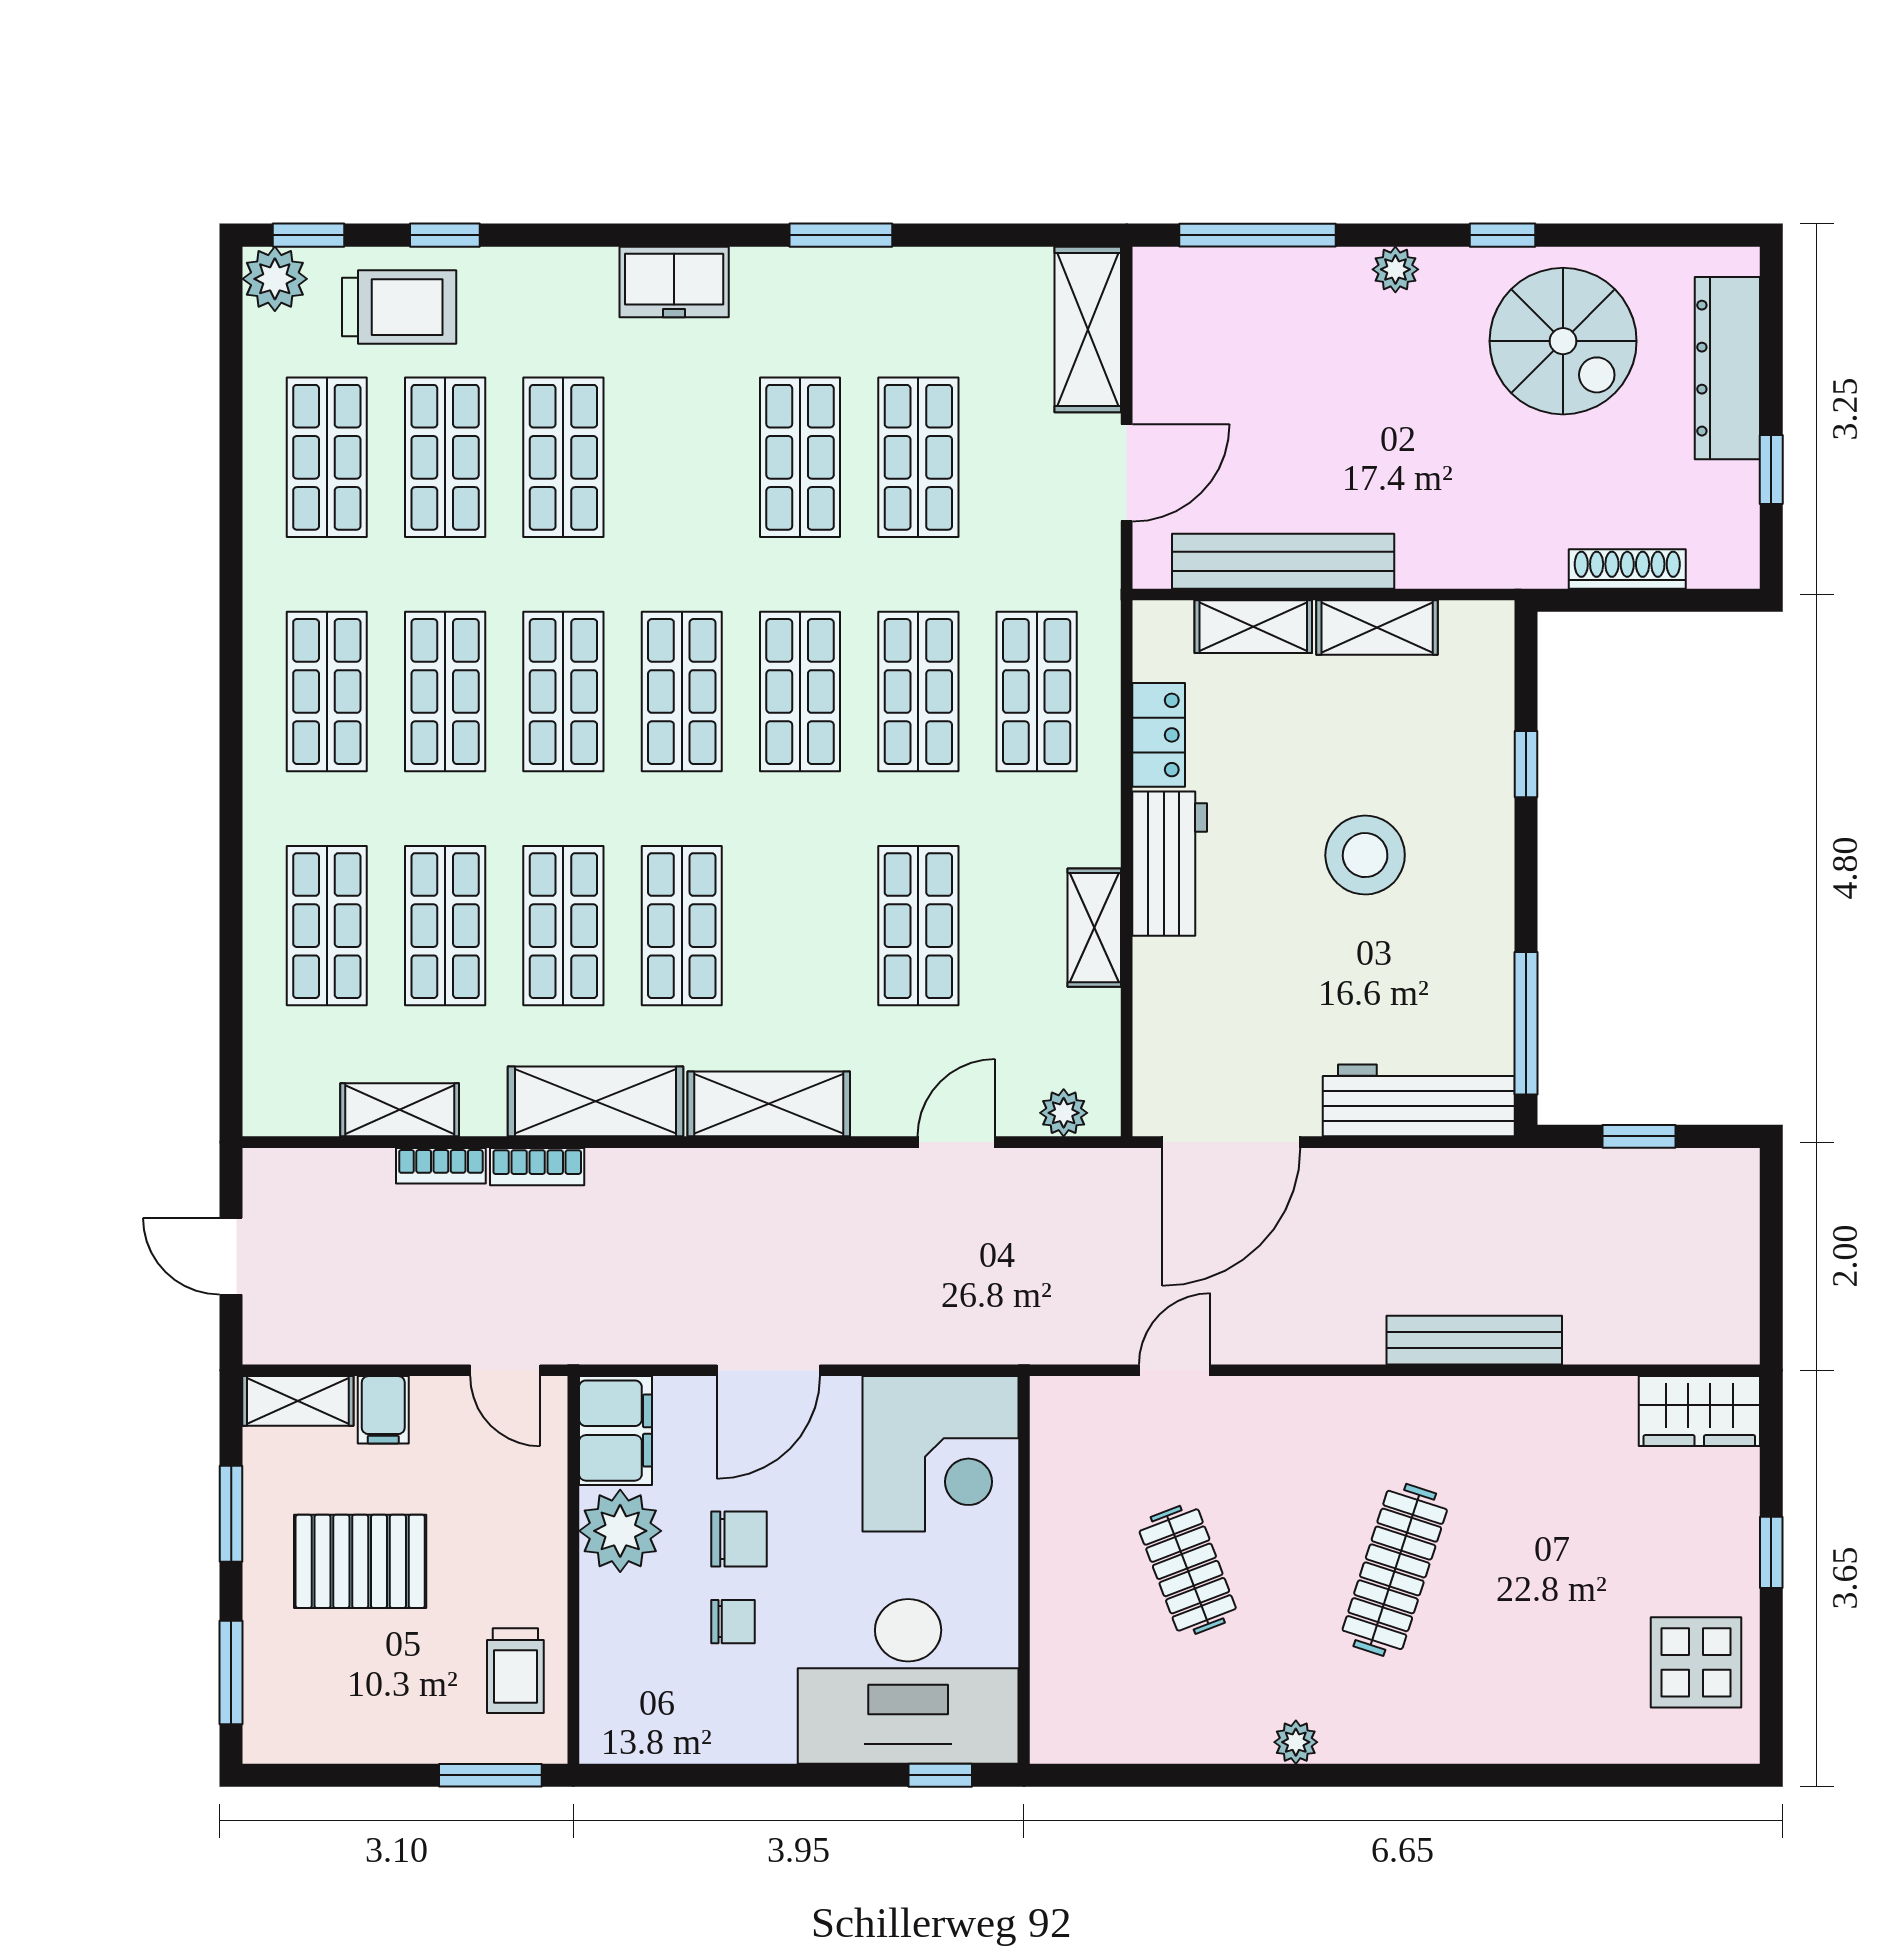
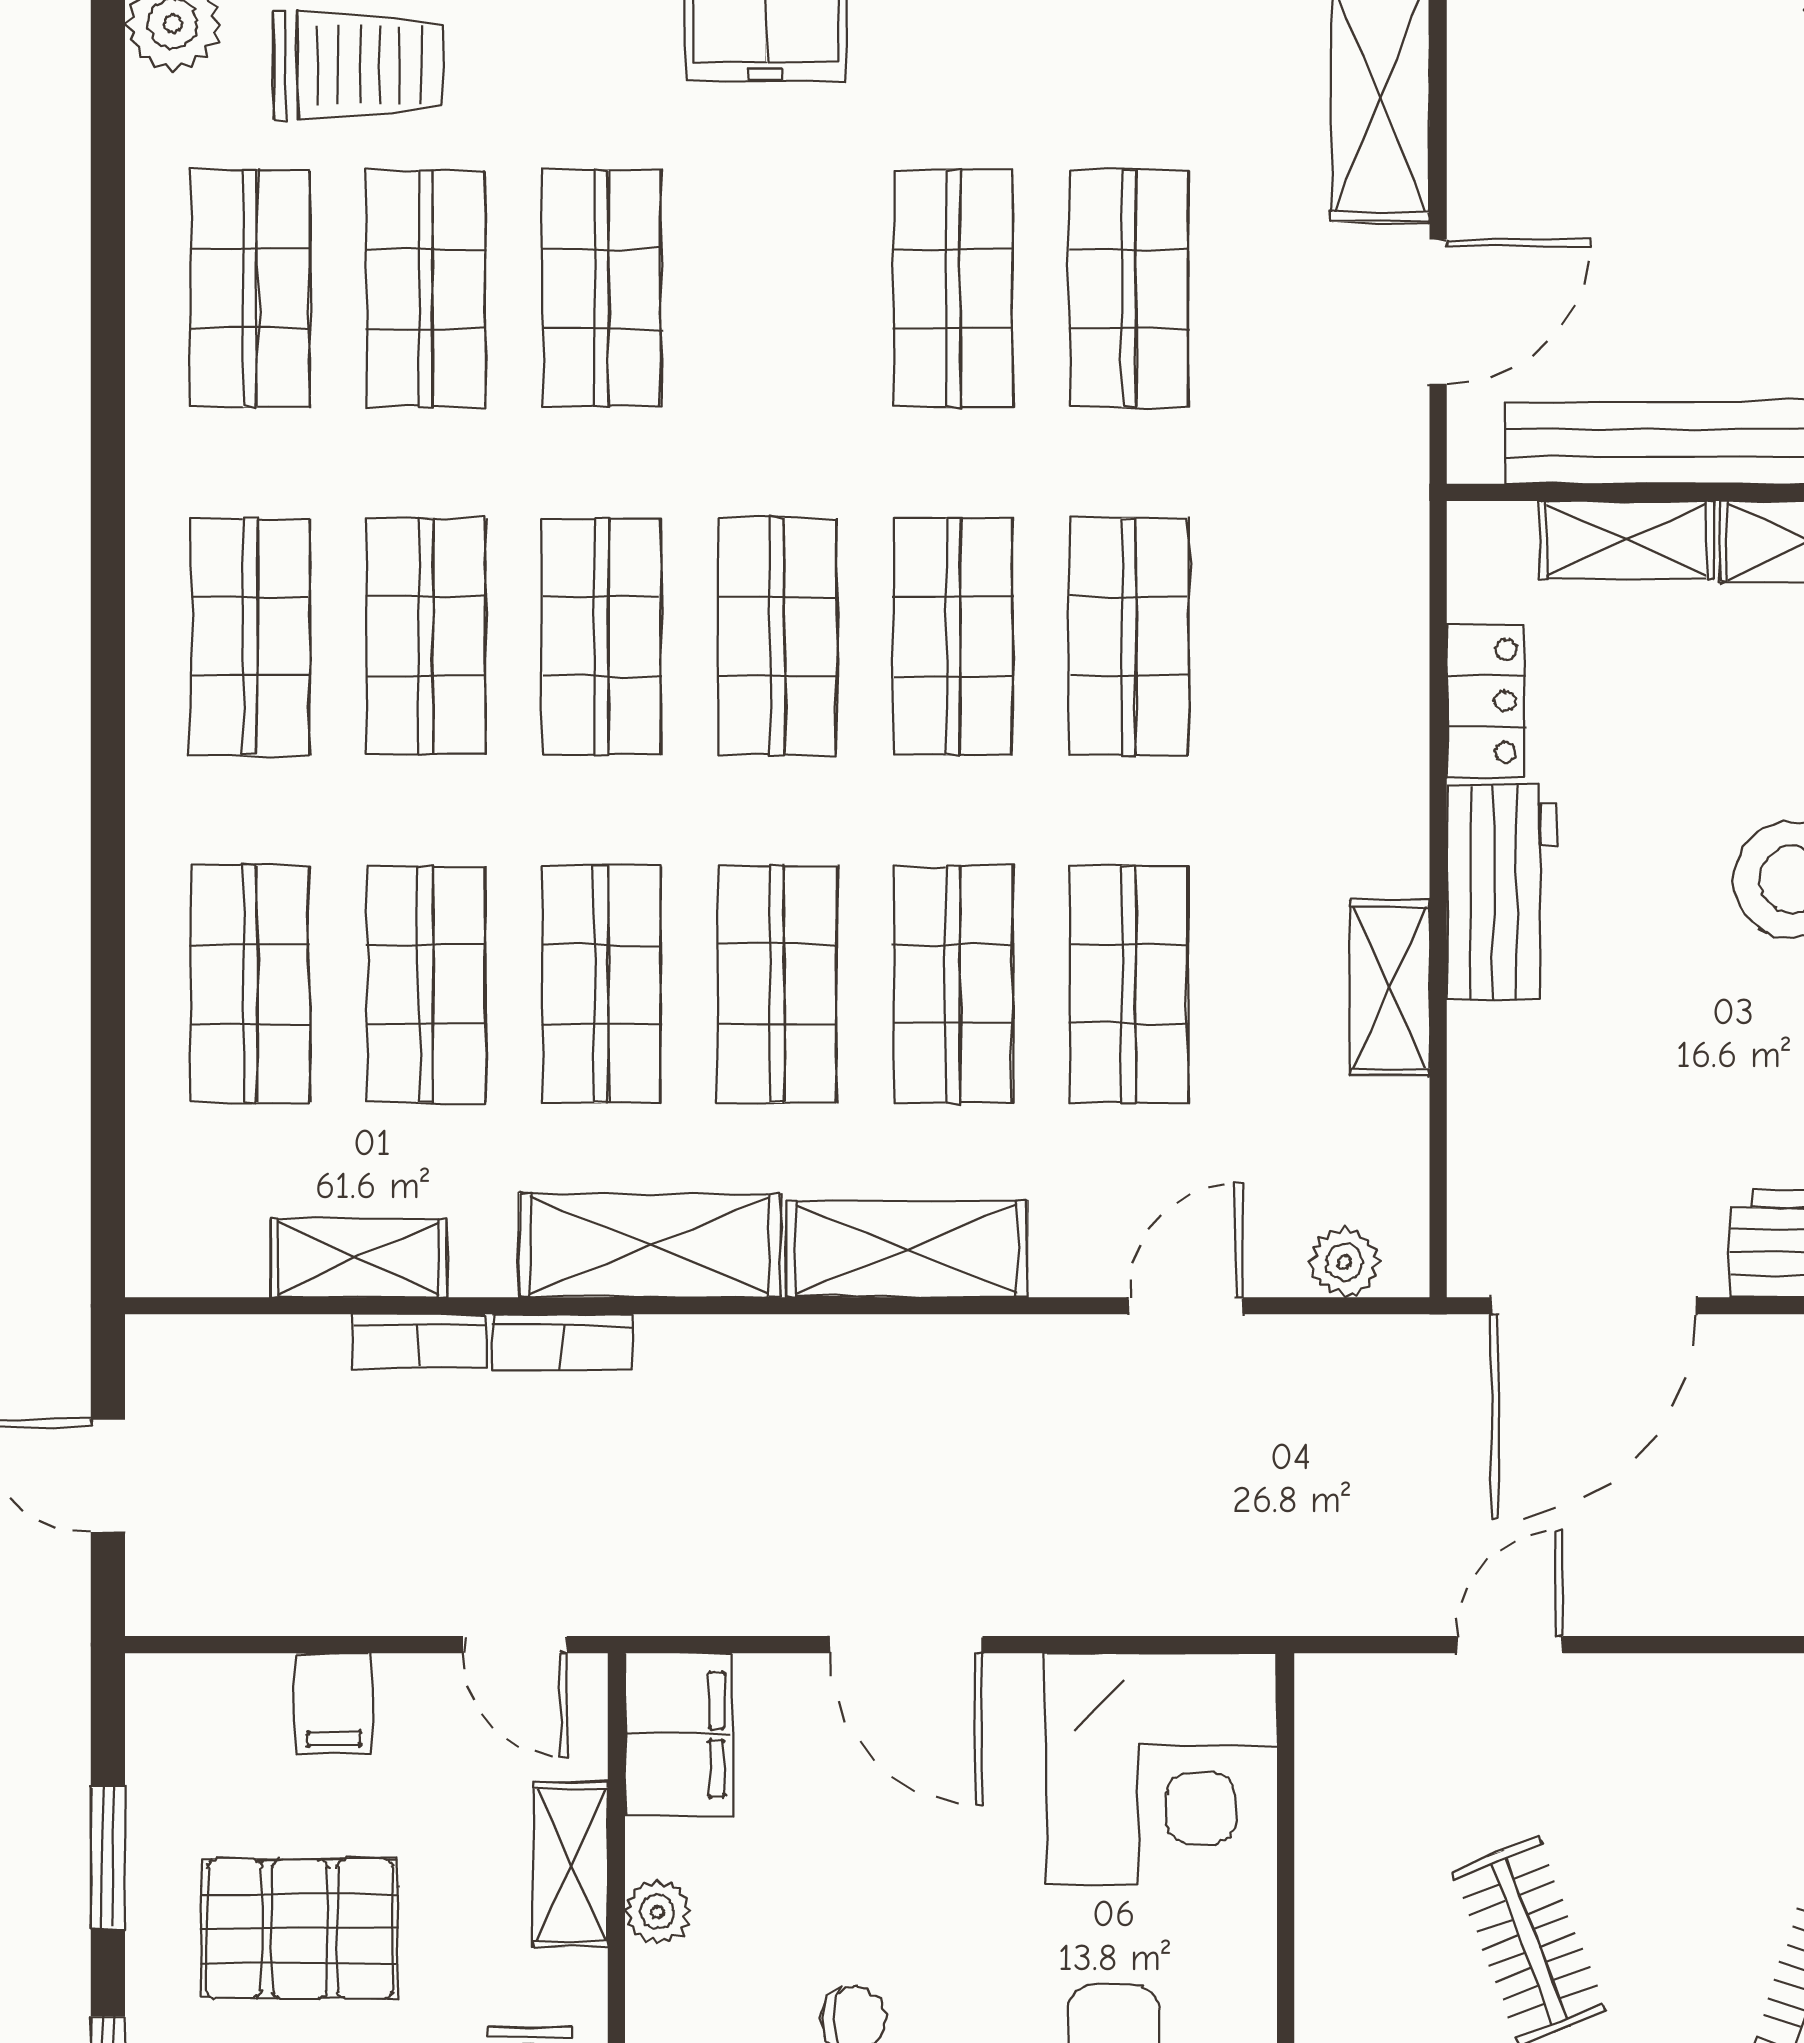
shop shelf: (1037, 691) -> (953, 984), moved
door: (768, 1370) -> (906, 1645), hinge flipped
shelving: (298, 1401) -> (571, 1865), moved, turned 90
plant: (620, 1531) -> (657, 1912), width x0.53, depth x0.53
chair: (739, 1539) -> (862, 1895), removed

